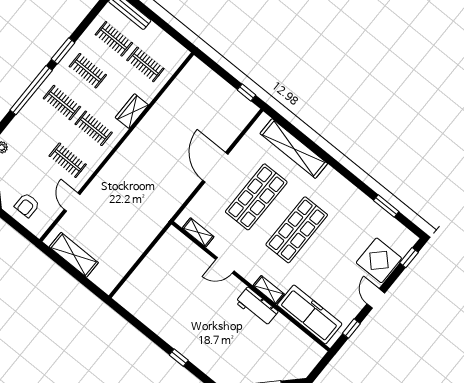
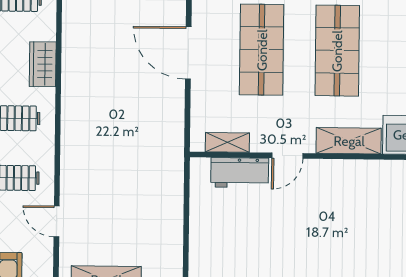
shelving: (269, 290) -> (349, 141), width x1.50, depth x1.33
workbench: (257, 307) -> (240, 173), moved

